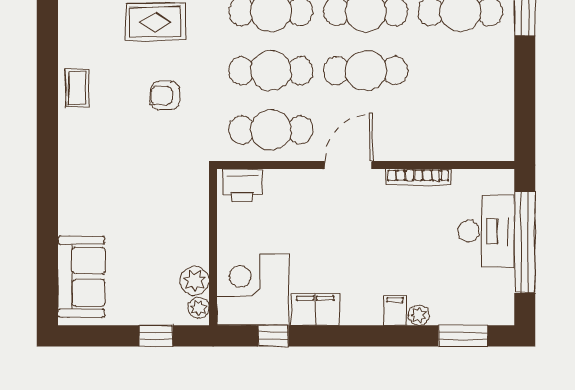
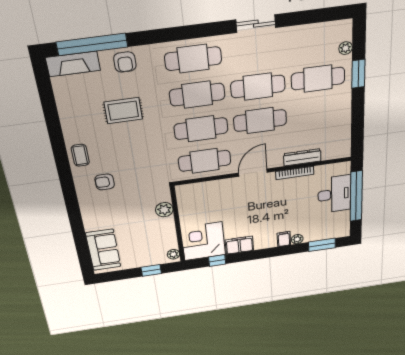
armchair: (165, 96) -> (105, 182), moved
dresser: (432, 149) -> (302, 157), added
printer: (242, 185) -> (191, 192), removed
plant: (195, 281) -> (164, 210), moved

